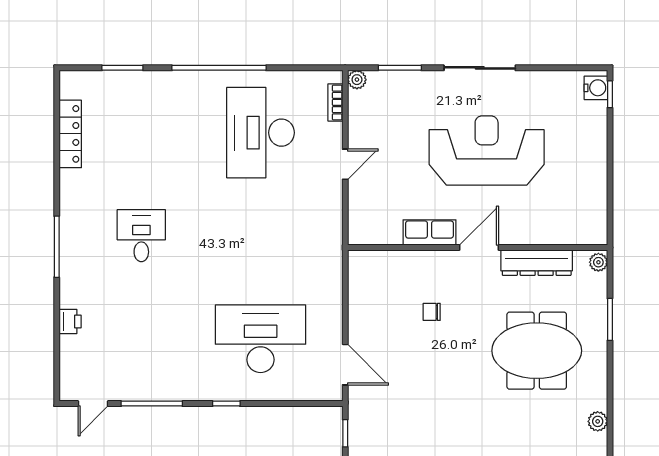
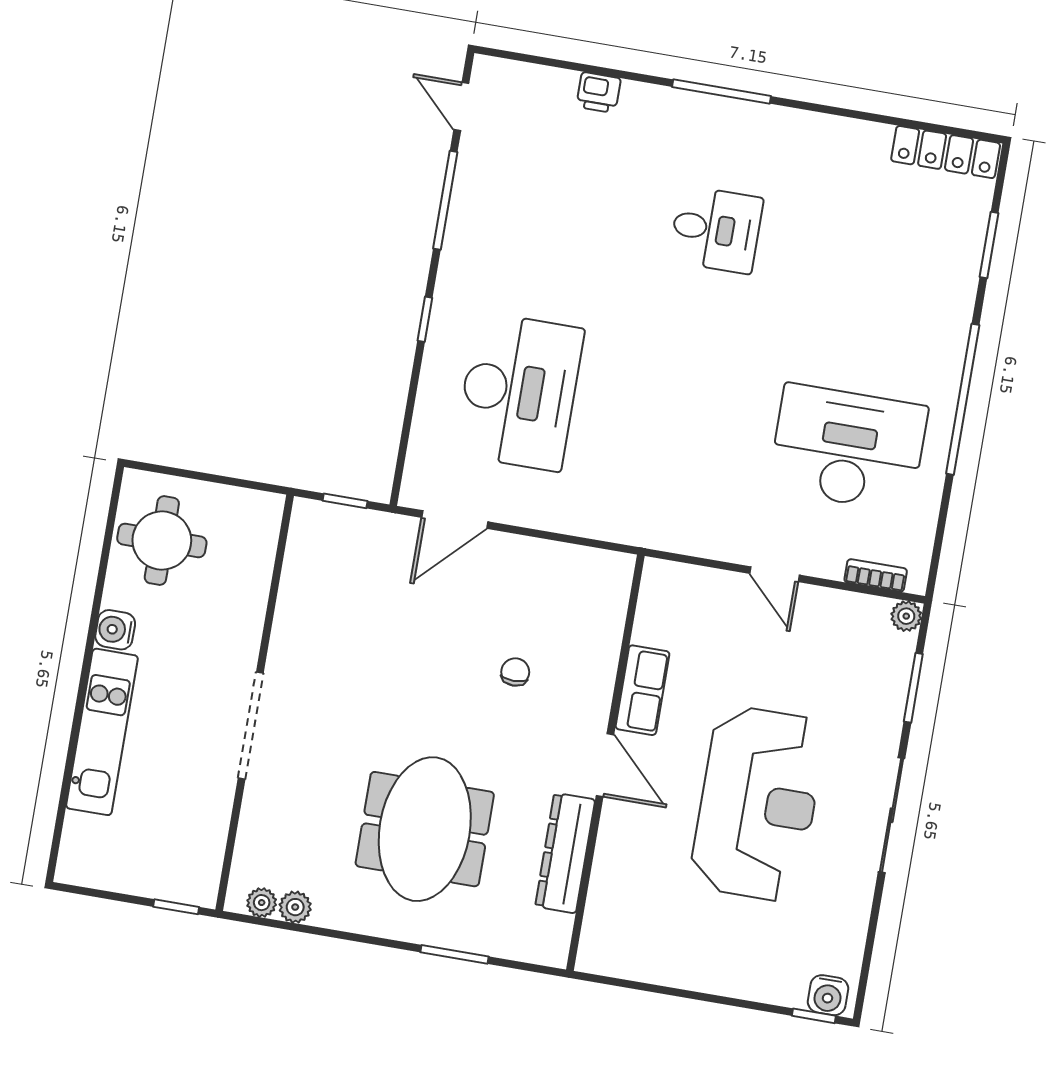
locker: (70, 134) -> (946, 152), moved
plant: (598, 262) -> (262, 903), moved

